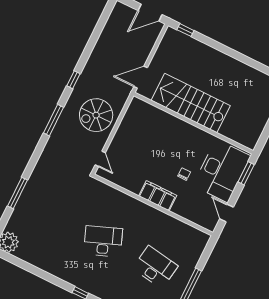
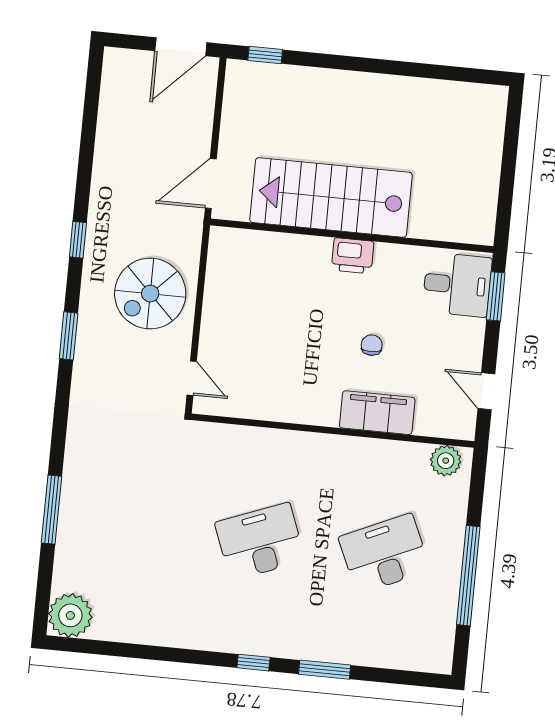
window: (54, 120) -> (69, 336), width x0.69
printer: (190, 132) -> (353, 256), added
desk: (222, 171) -> (457, 285), width x0.53, depth x0.77
filing cabinet: (158, 196) -> (377, 413), moved
plant: (197, 237) -> (446, 461), added
desk: (155, 267) -> (384, 554), turned -33

